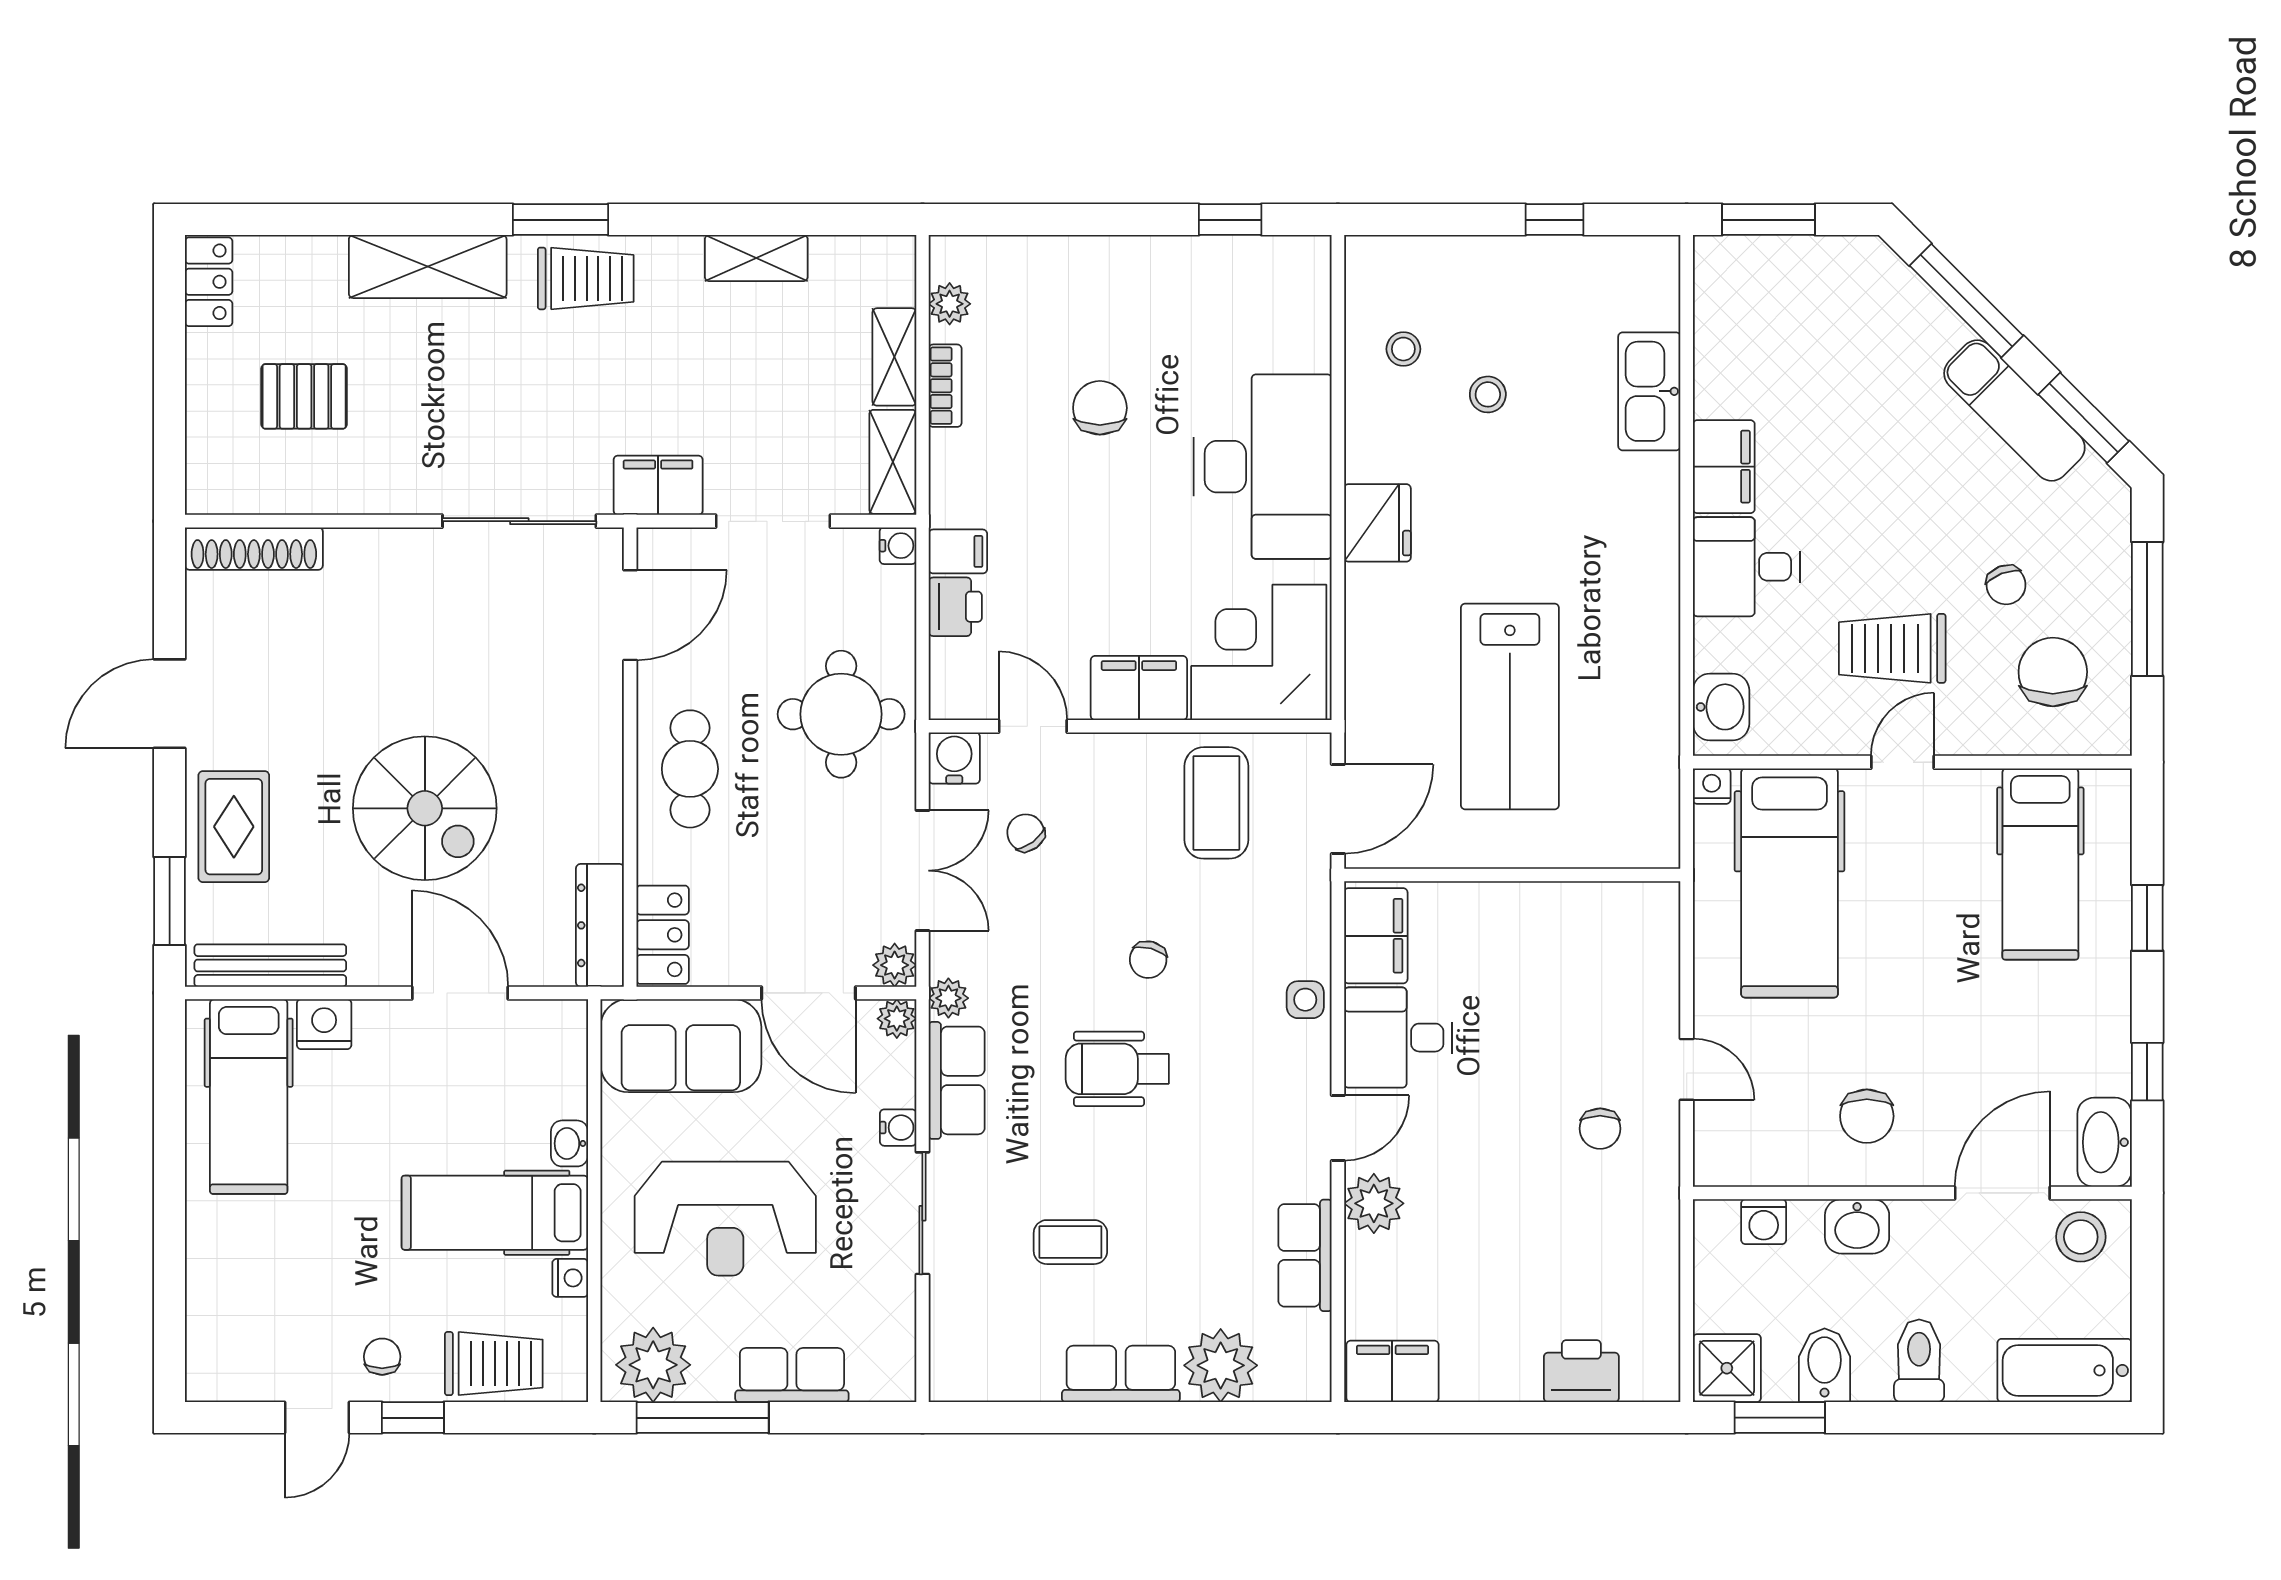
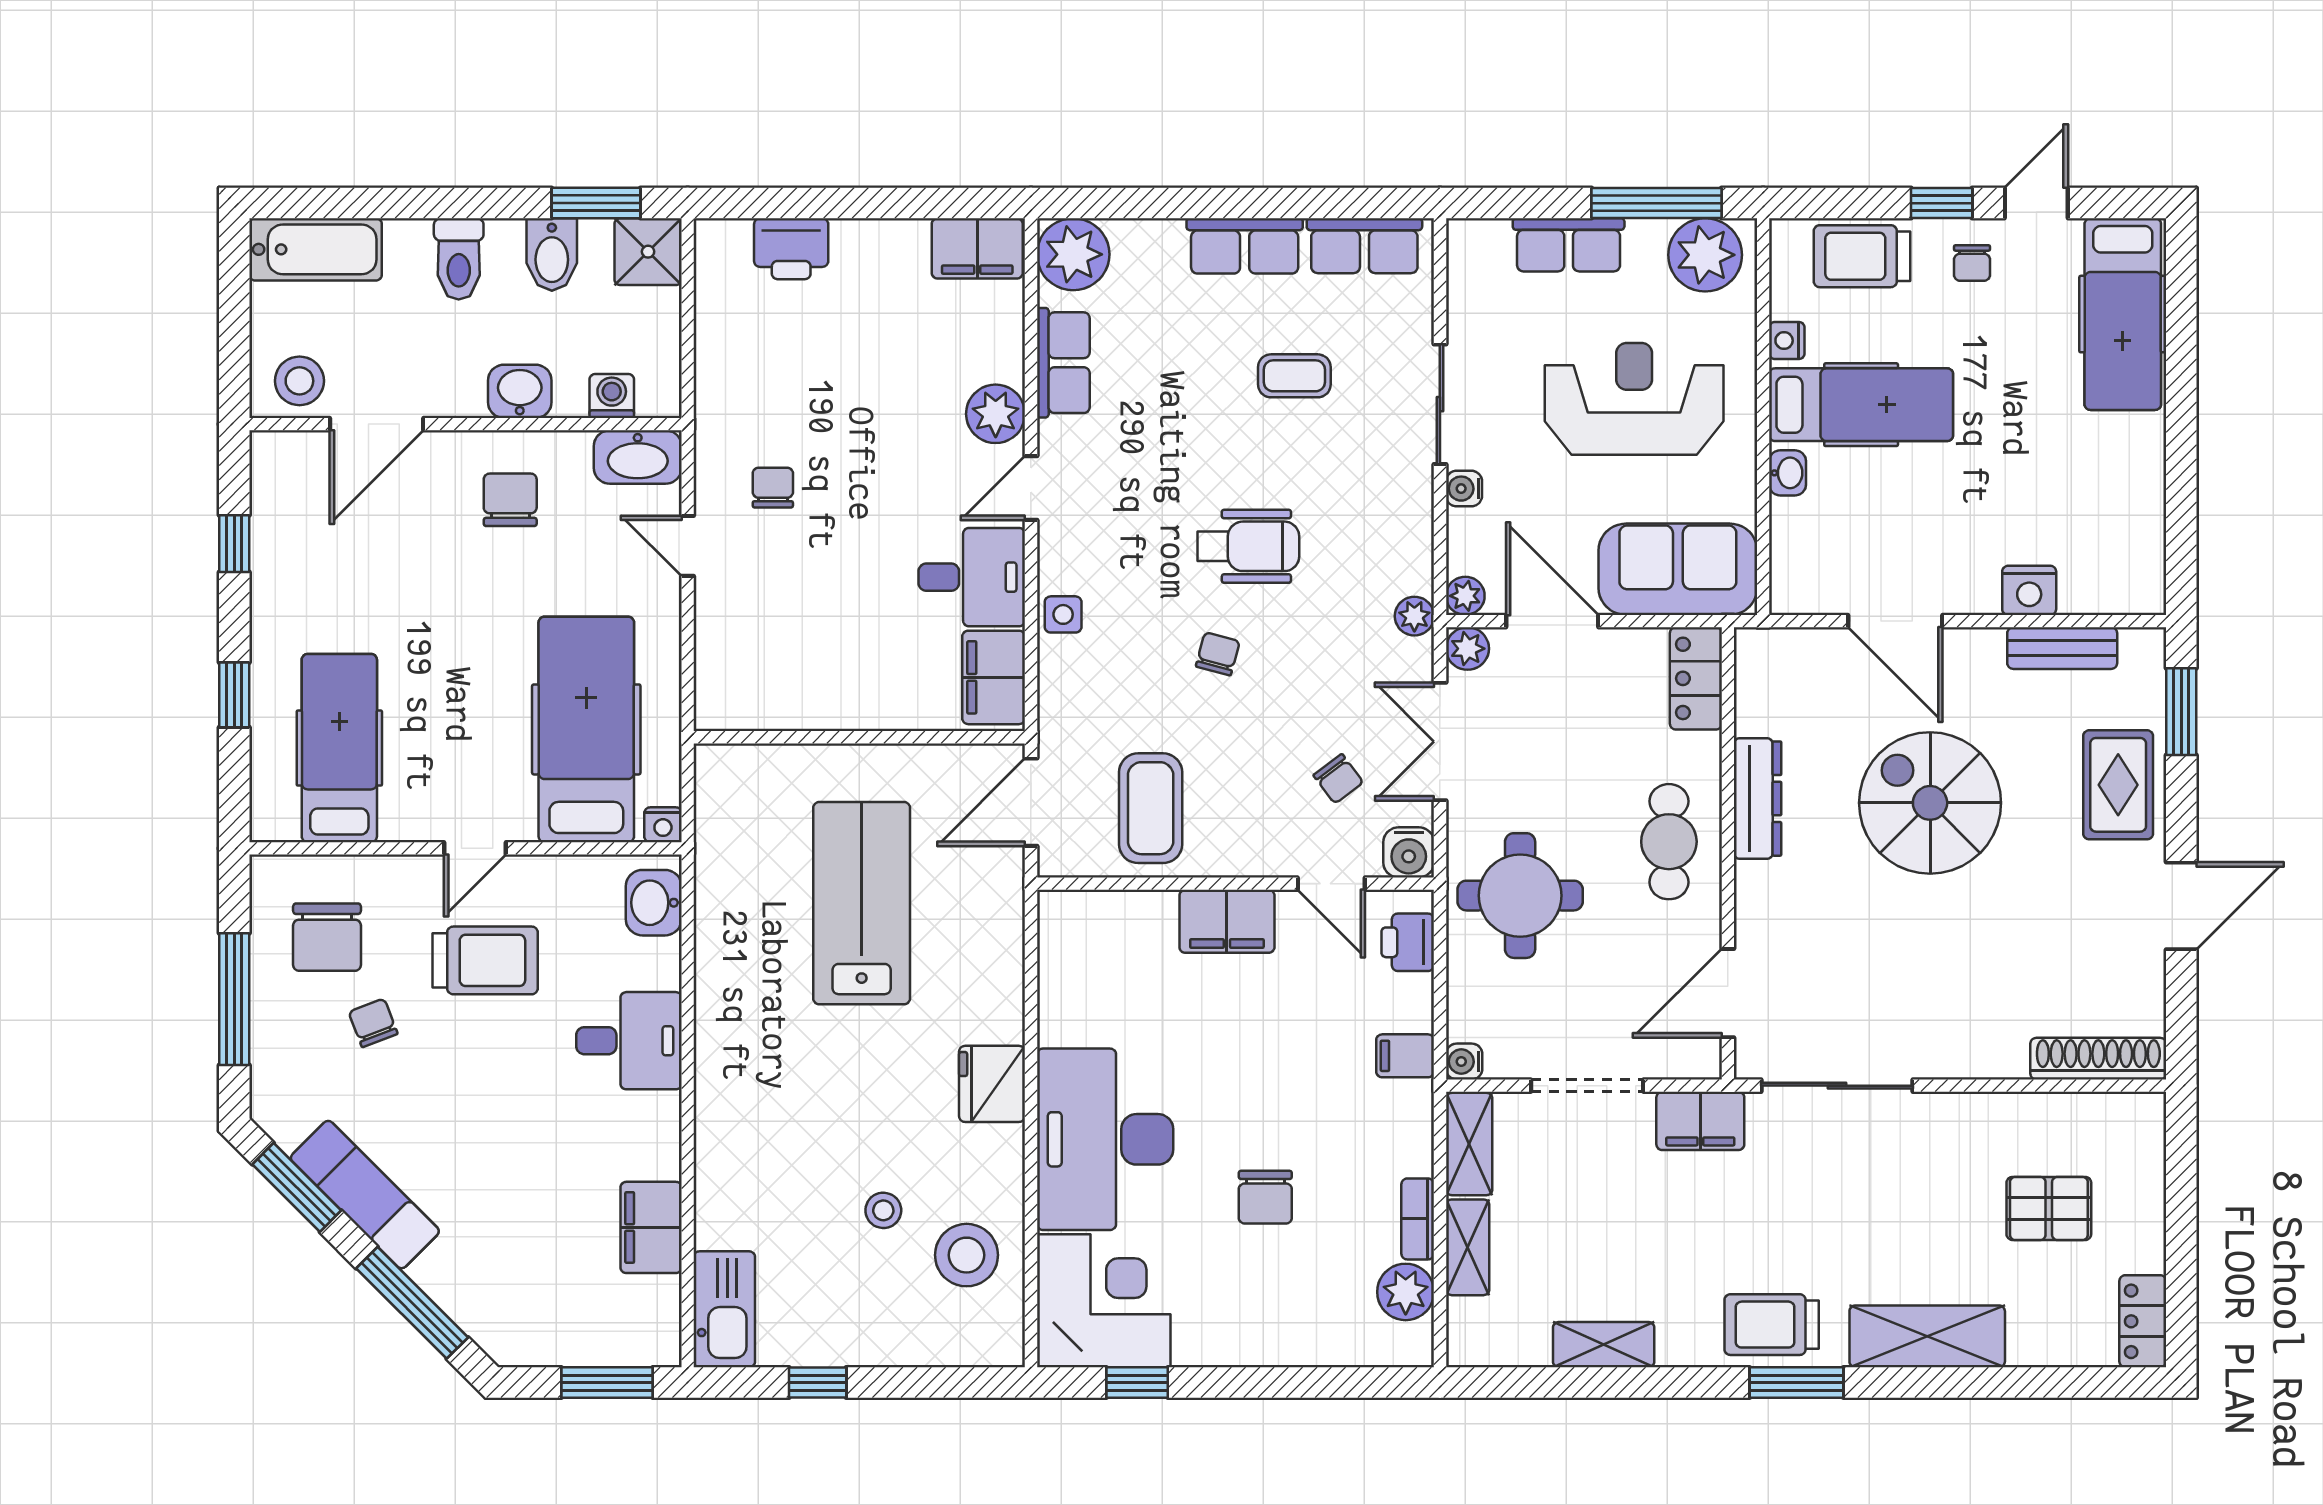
plant: (950, 304) -> (1406, 1292), width x1.38, depth x1.38
stool: (1403, 349) -> (967, 1255), width x1.89, depth x1.89
kitchen sink: (1649, 391) -> (724, 1309), moved
filing cabinet: (1724, 467) -> (651, 1227), moved
printer: (955, 607) -> (1408, 942), moved
corner desk: (1259, 652) -> (1104, 1301), moved, turned -90
dresser: (600, 925) -> (1758, 799), moved
bench: (270, 966) -> (2062, 648), width x0.73
row of seats: (957, 1080) -> (1364, 246), moved, turned -90
hospital bed: (249, 1097) -> (2123, 314), moved, turned 180
washbasin: (2105, 1142) -> (638, 457), moved, turned 90
plant: (1221, 1365) -> (1073, 254), moved

